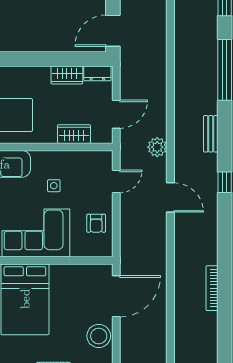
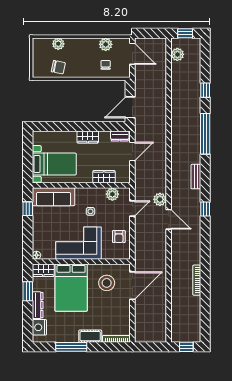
wardrobe: (67, 75) -> (88, 137), moved
door: (116, 114) -> (132, 152), moved
plant: (157, 147) -> (160, 199), moved
plant: (86, 160) -> (112, 194), added
stool: (99, 336) -> (107, 283), moved

